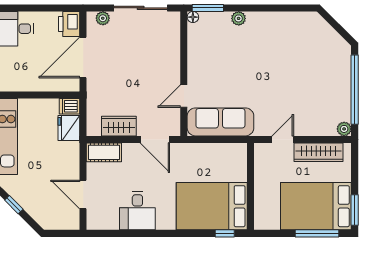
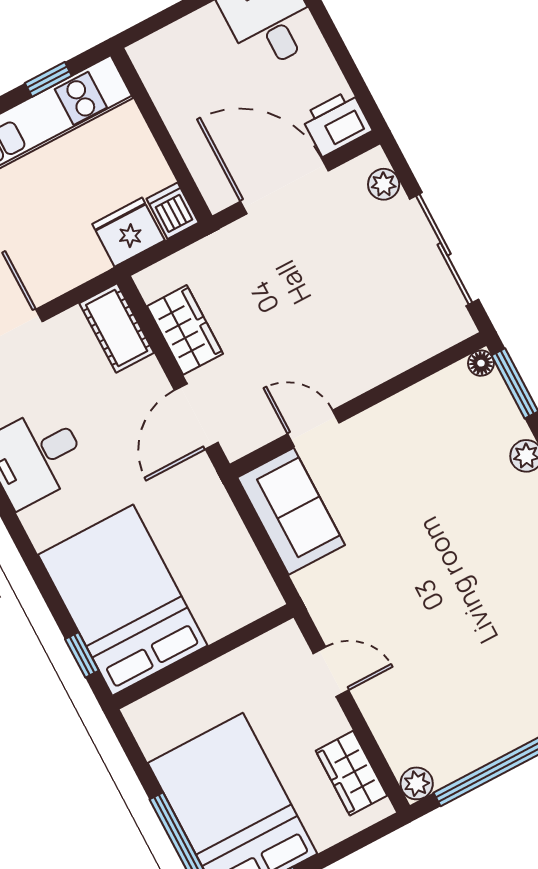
sofa: (220, 122) -> (291, 511), width x0.73
wardrobe: (318, 152) -> (352, 773), width x0.67

